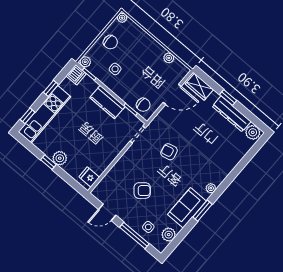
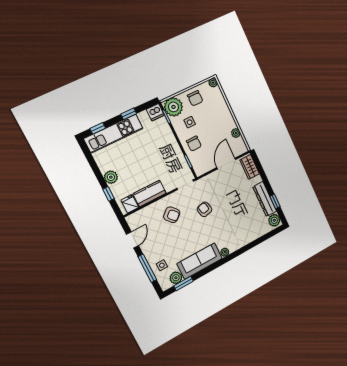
plant: (85, 62) -> (173, 107), width x1.87, depth x1.87
door: (172, 94) -> (226, 164), swing flipped
window: (228, 97) -> (275, 201), moved
kitchen counter: (107, 102) -> (150, 193), moved, turned 90
chair: (143, 105) -> (194, 144), moved
window: (48, 162) -> (109, 194), moved
armchair: (142, 191) -> (172, 215), moved
sofa: (187, 208) -> (200, 261), width x1.36
window: (202, 211) -> (184, 283), moved
door: (107, 212) -> (133, 240), swing flipped

